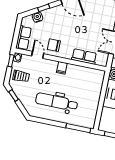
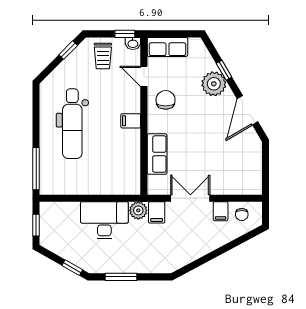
plant: (50, 15) -> (214, 84), added
water cooler: (37, 17) -> (207, 63), removed
door: (38, 55) -> (144, 76), swing flipped
dental chair: (57, 102) -> (72, 124), turned 180

